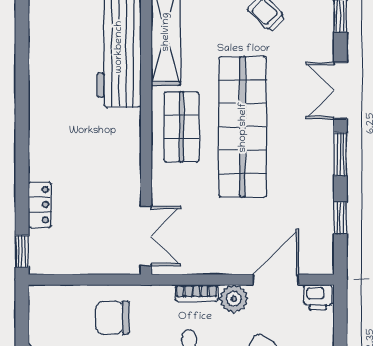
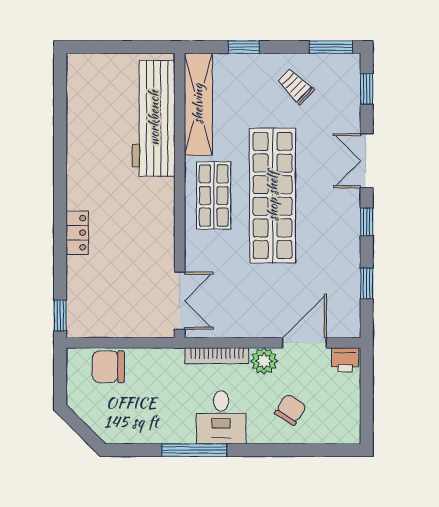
window: (340, 154) -> (367, 222), width x0.67
locker: (40, 205) -> (77, 233), moved
bookcase: (197, 293) -> (217, 356), width x1.56
chair: (112, 318) -> (108, 367), moved

